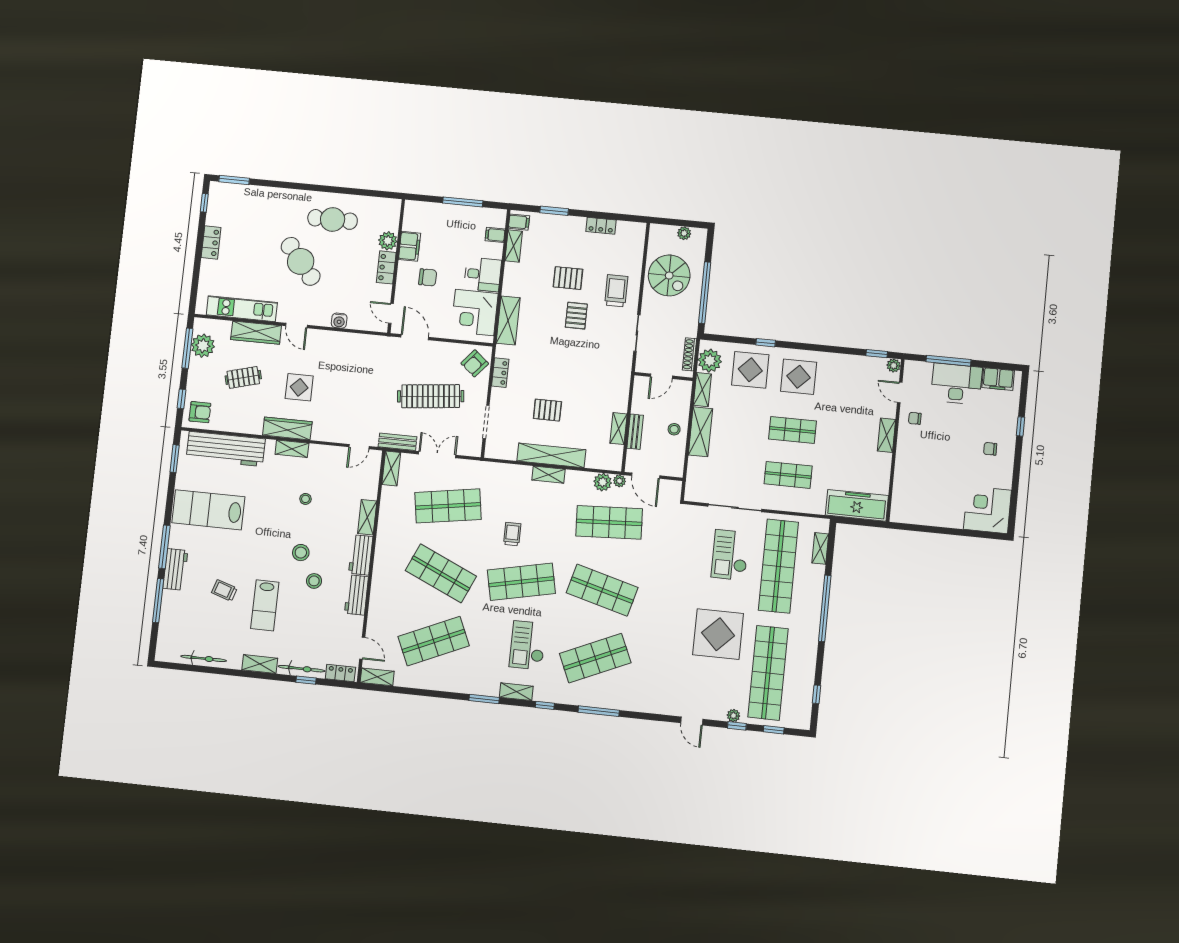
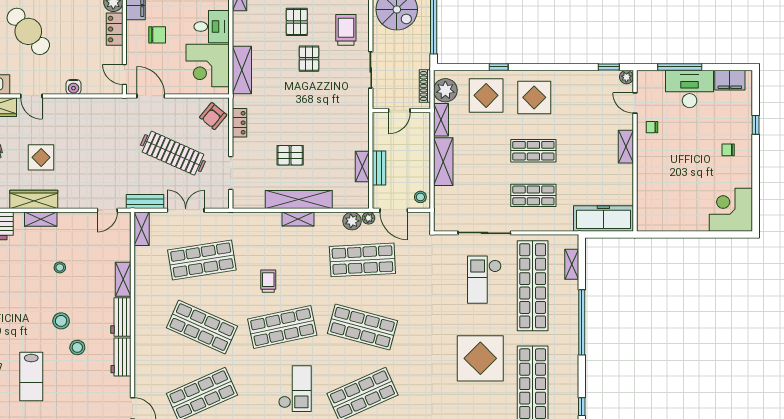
pallet: (568, 278) -> (297, 22), turned 90
clothes rail: (431, 396) -> (173, 153), turned 30
stool: (674, 429) -> (420, 197), moved
checkout: (528, 645) -> (295, 389), turned 180

